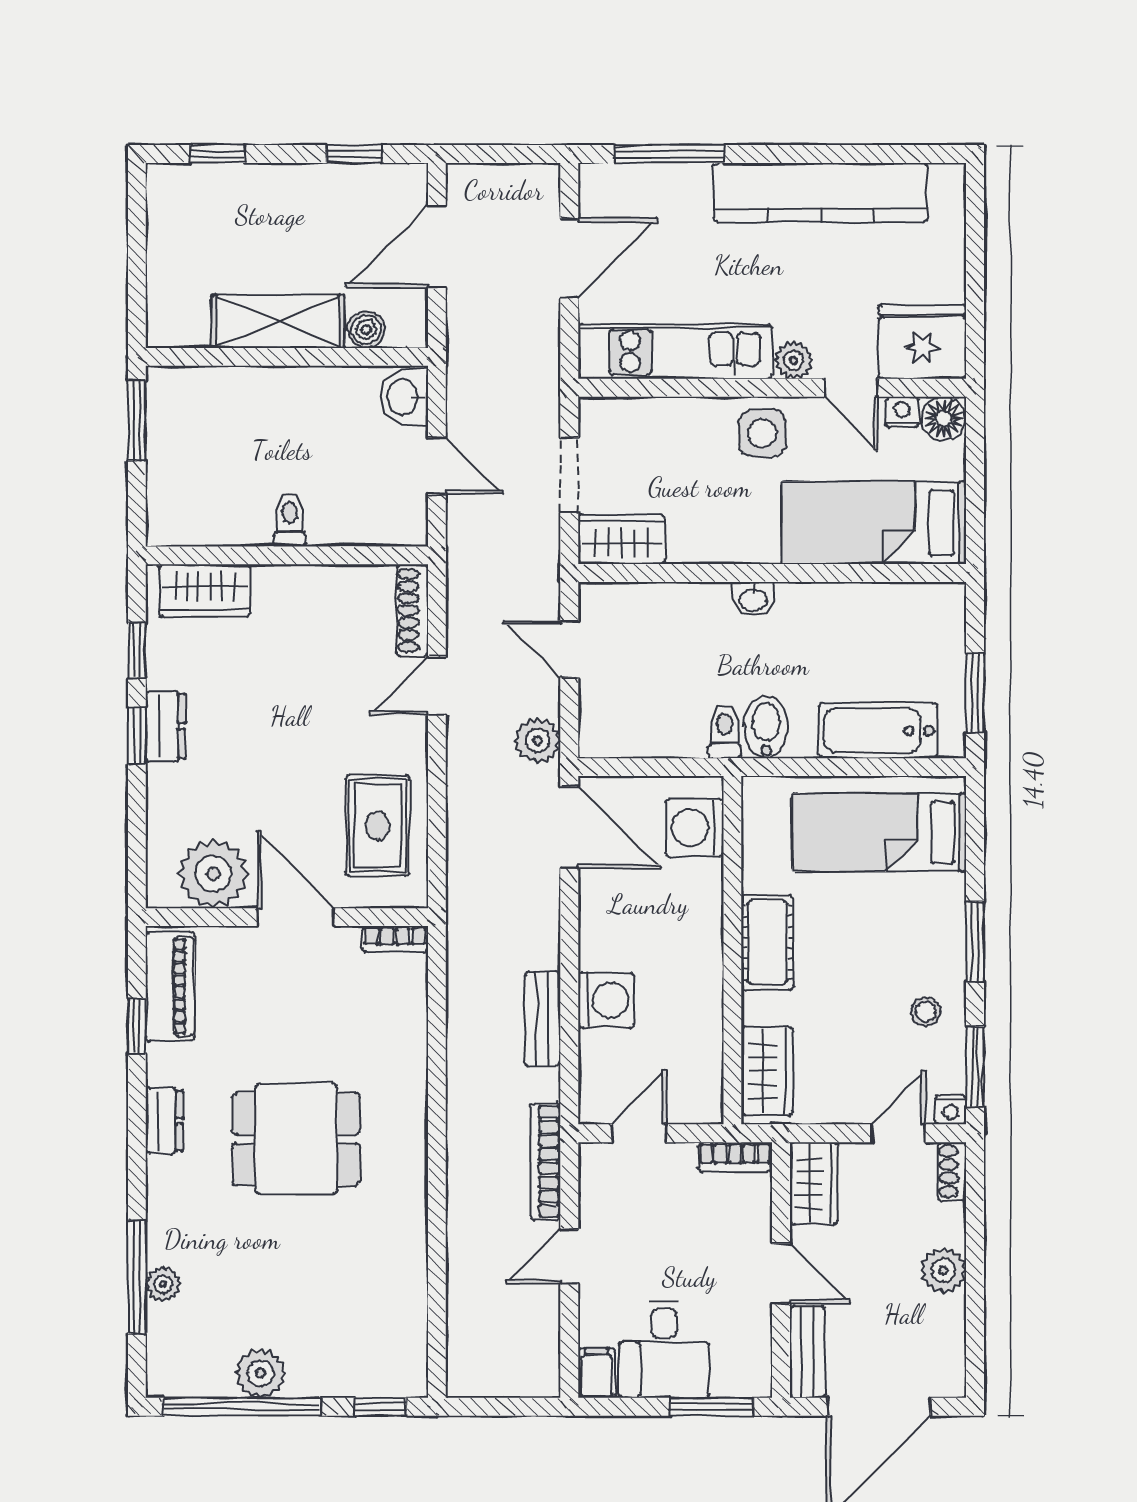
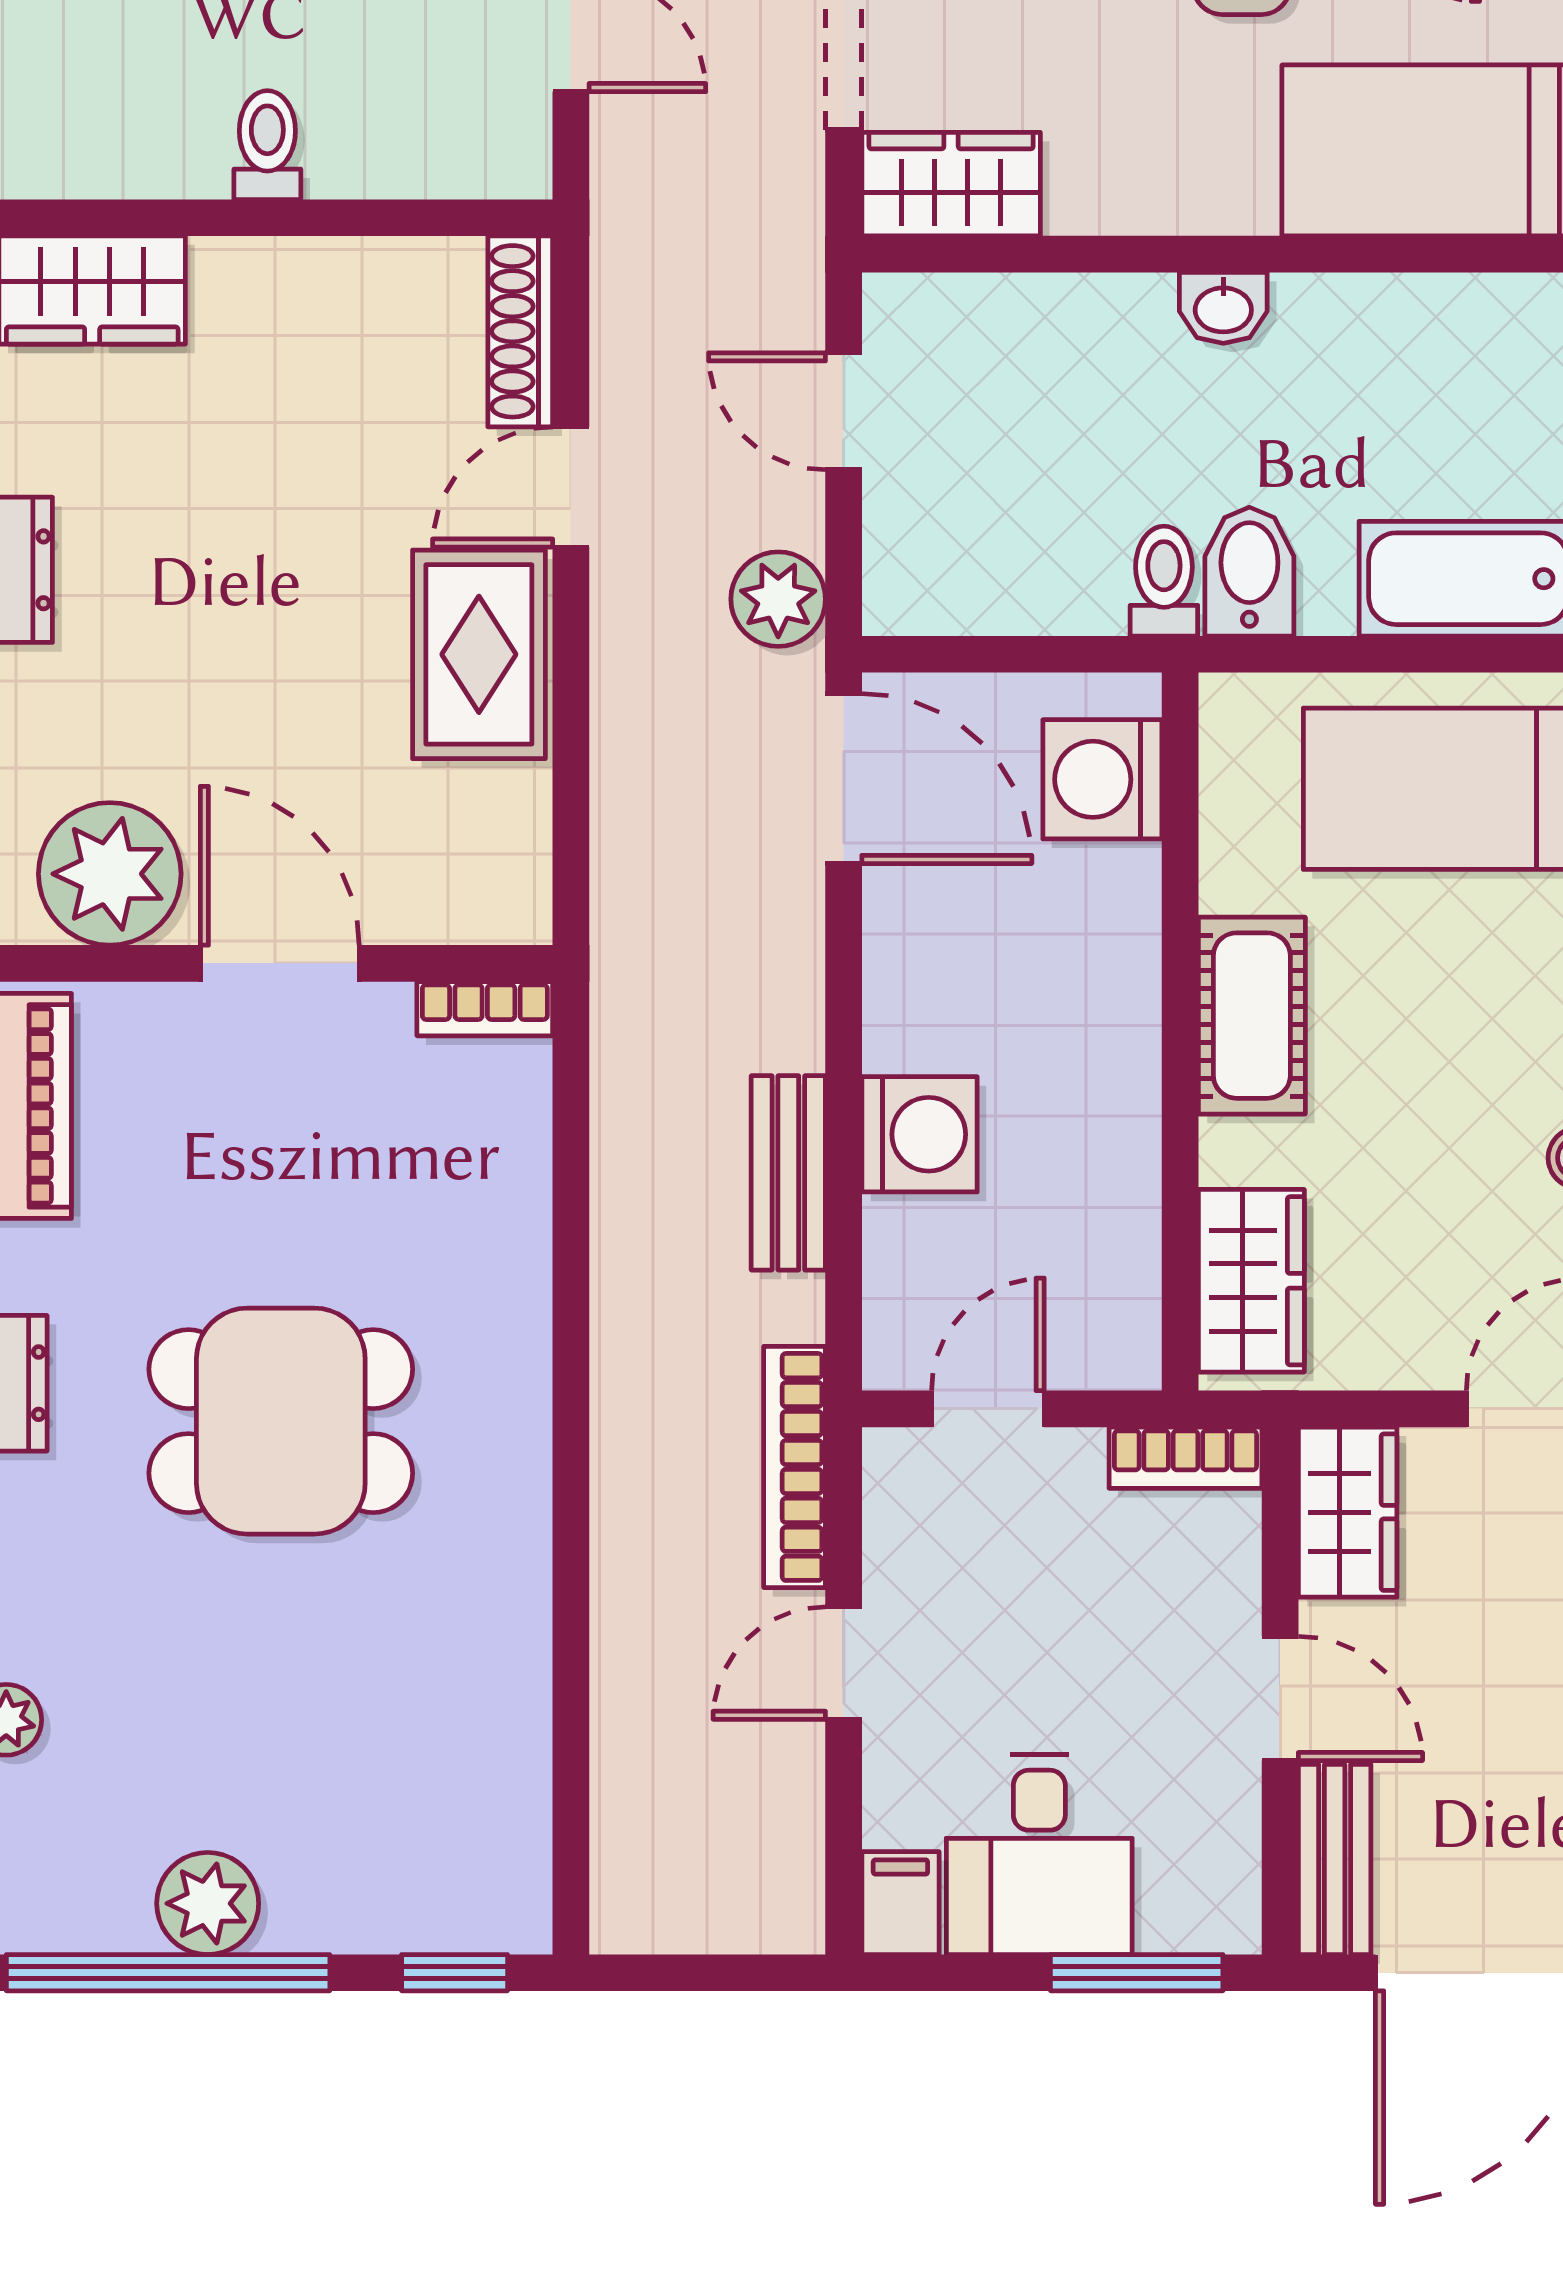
rug: (378, 826) -> (479, 654), moved

